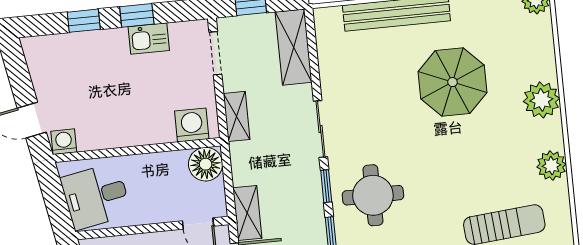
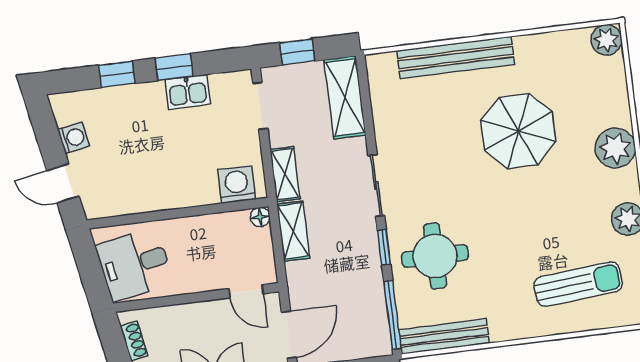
washing machine: (64, 142) -> (74, 138), moved, turned 79
floor lamp: (206, 164) -> (260, 217), width x0.53, depth x0.53
shelving: (247, 213) -> (293, 231), moved

